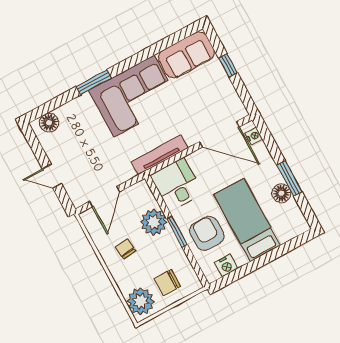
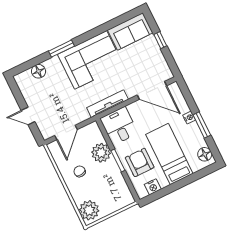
floor lamp: (49, 123) -> (38, 71), moved
nightstand: (254, 136) -> (189, 118), moved
floor lamp: (281, 193) -> (205, 154), moved
chair: (167, 283) -> (109, 197), removed

